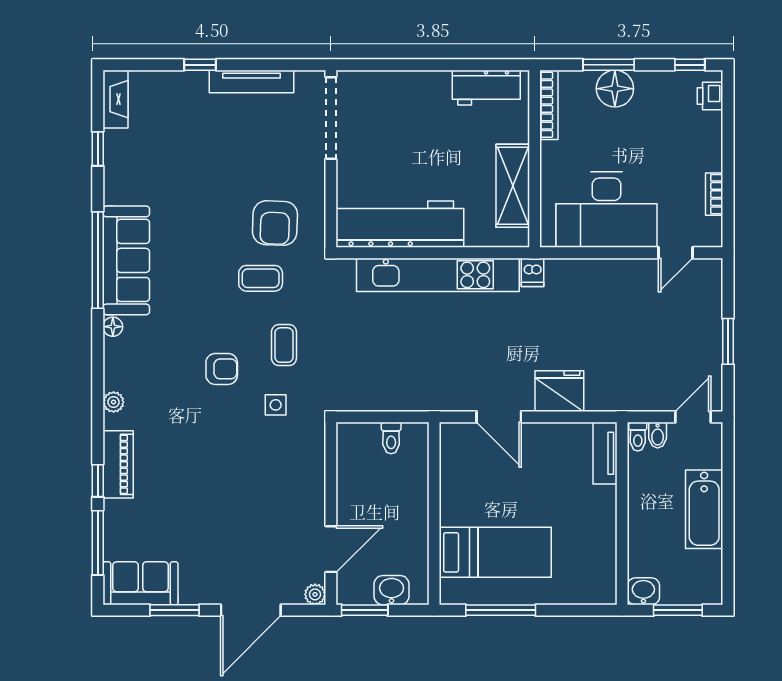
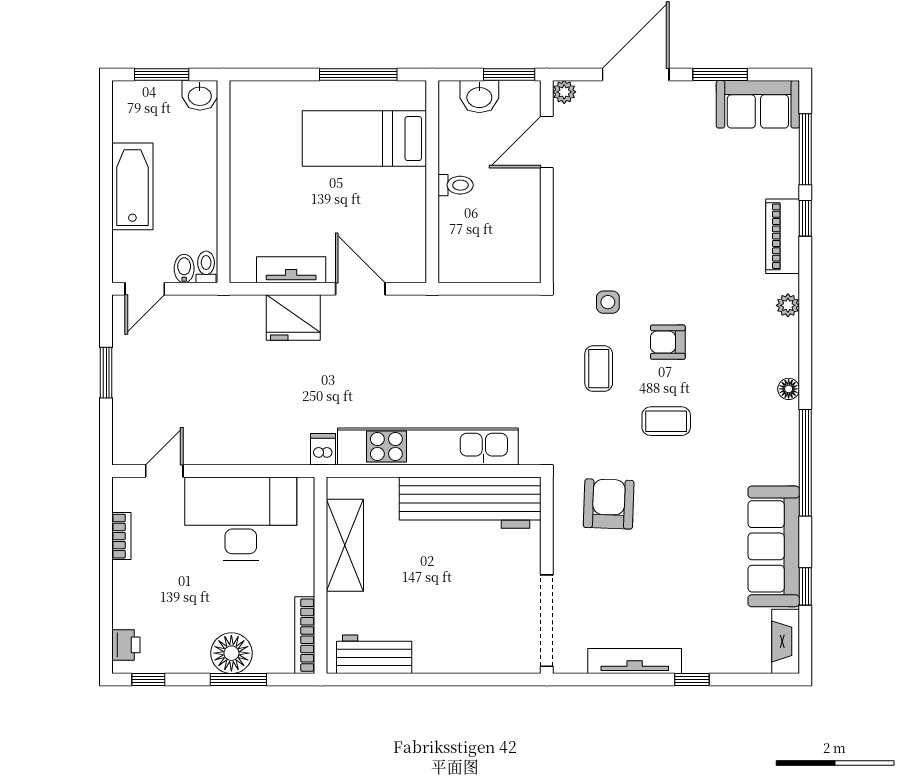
sofa: (126, 260) -> (774, 546), moved
coffee table: (261, 278) -> (666, 421), moved
toilet: (391, 438) -> (456, 185), moved, turned 90
tv unit: (605, 453) -> (291, 270), moved, turned -90

